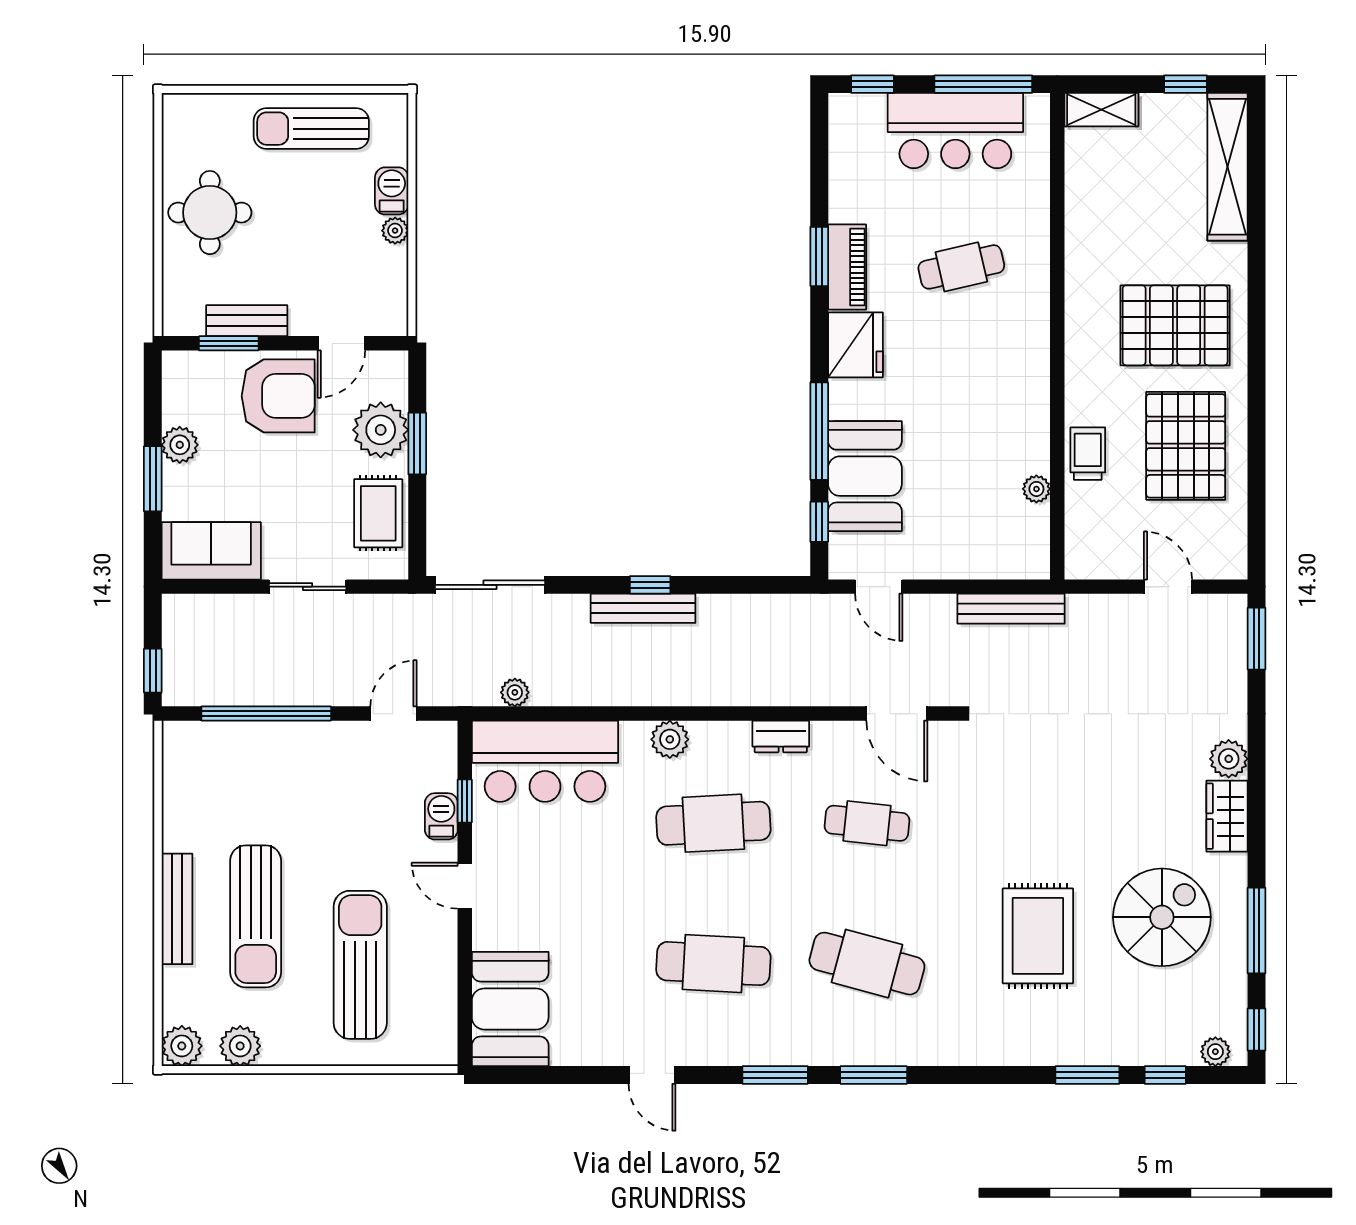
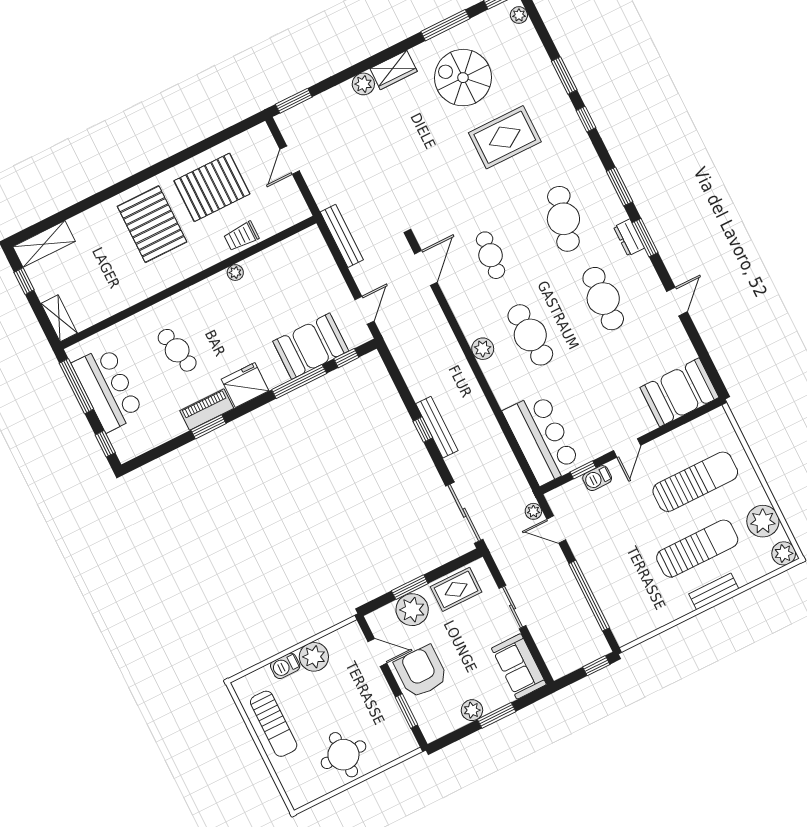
shelving: (1227, 167) -> (44, 244), width x0.68
plant: (395, 231) -> (314, 657), width x1.88, depth x1.88
bench: (247, 321) -> (390, 708), removed
plant: (1036, 489) -> (235, 273), moved
plant: (515, 692) -> (533, 511), moved
dresser: (781, 737) -> (629, 237), moved, turned 180
plant: (670, 739) -> (483, 349), moved
bench: (177, 909) -> (714, 591), width x0.73
sun lounger: (360, 965) -> (695, 482), turned 180
plant: (240, 1046) -> (763, 521), width x1.36, depth x1.36
window: (1165, 1075) -> (586, 119), moved

